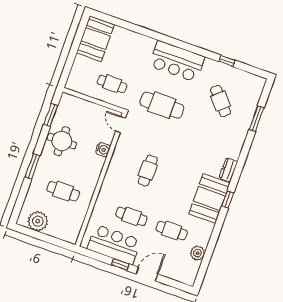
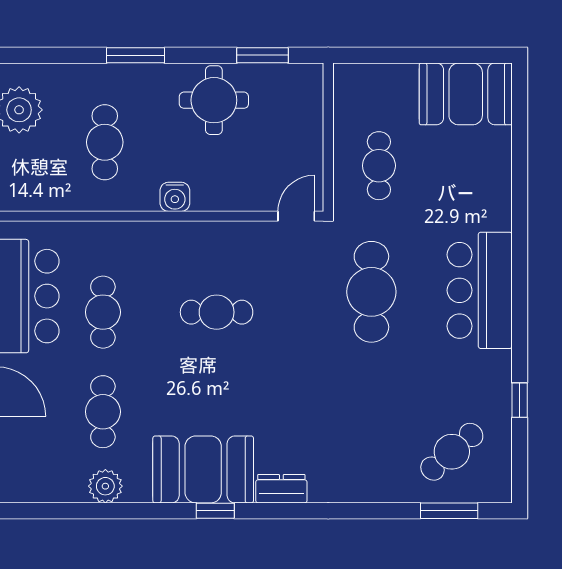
cafe table: (221, 101) -> (452, 452), moved
window: (257, 119) -> (449, 511), moved
water cooler: (103, 150) -> (175, 197), moved
plant: (198, 253) -> (105, 486), moved

